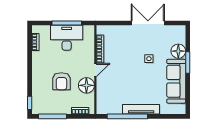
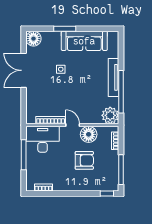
desk: (67, 38) -> (43, 139), moved, turned 90
floor lamp: (178, 51) -> (33, 39), moved
plant: (105, 106) -> (110, 115), added

